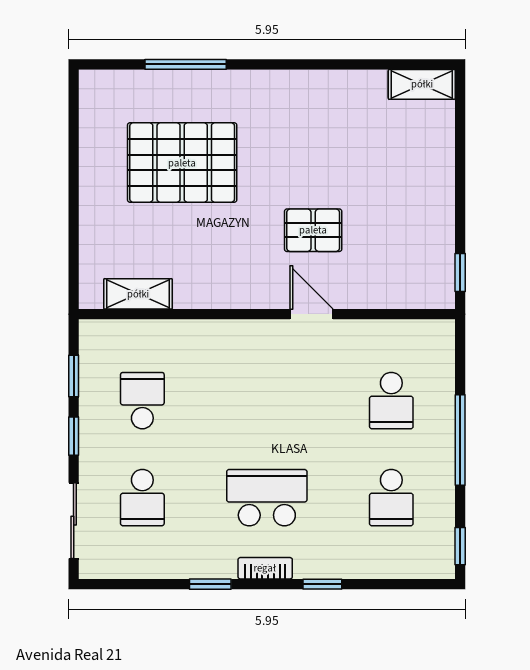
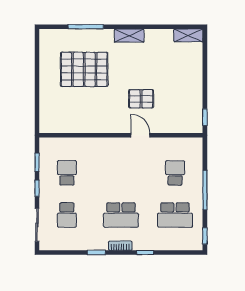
shelving: (138, 294) -> (129, 36), moved
school desk: (391, 401) -> (175, 173), turned 180
school desk: (267, 498) -> (121, 215), turned 180
school desk: (391, 498) -> (175, 215), width x1.85

